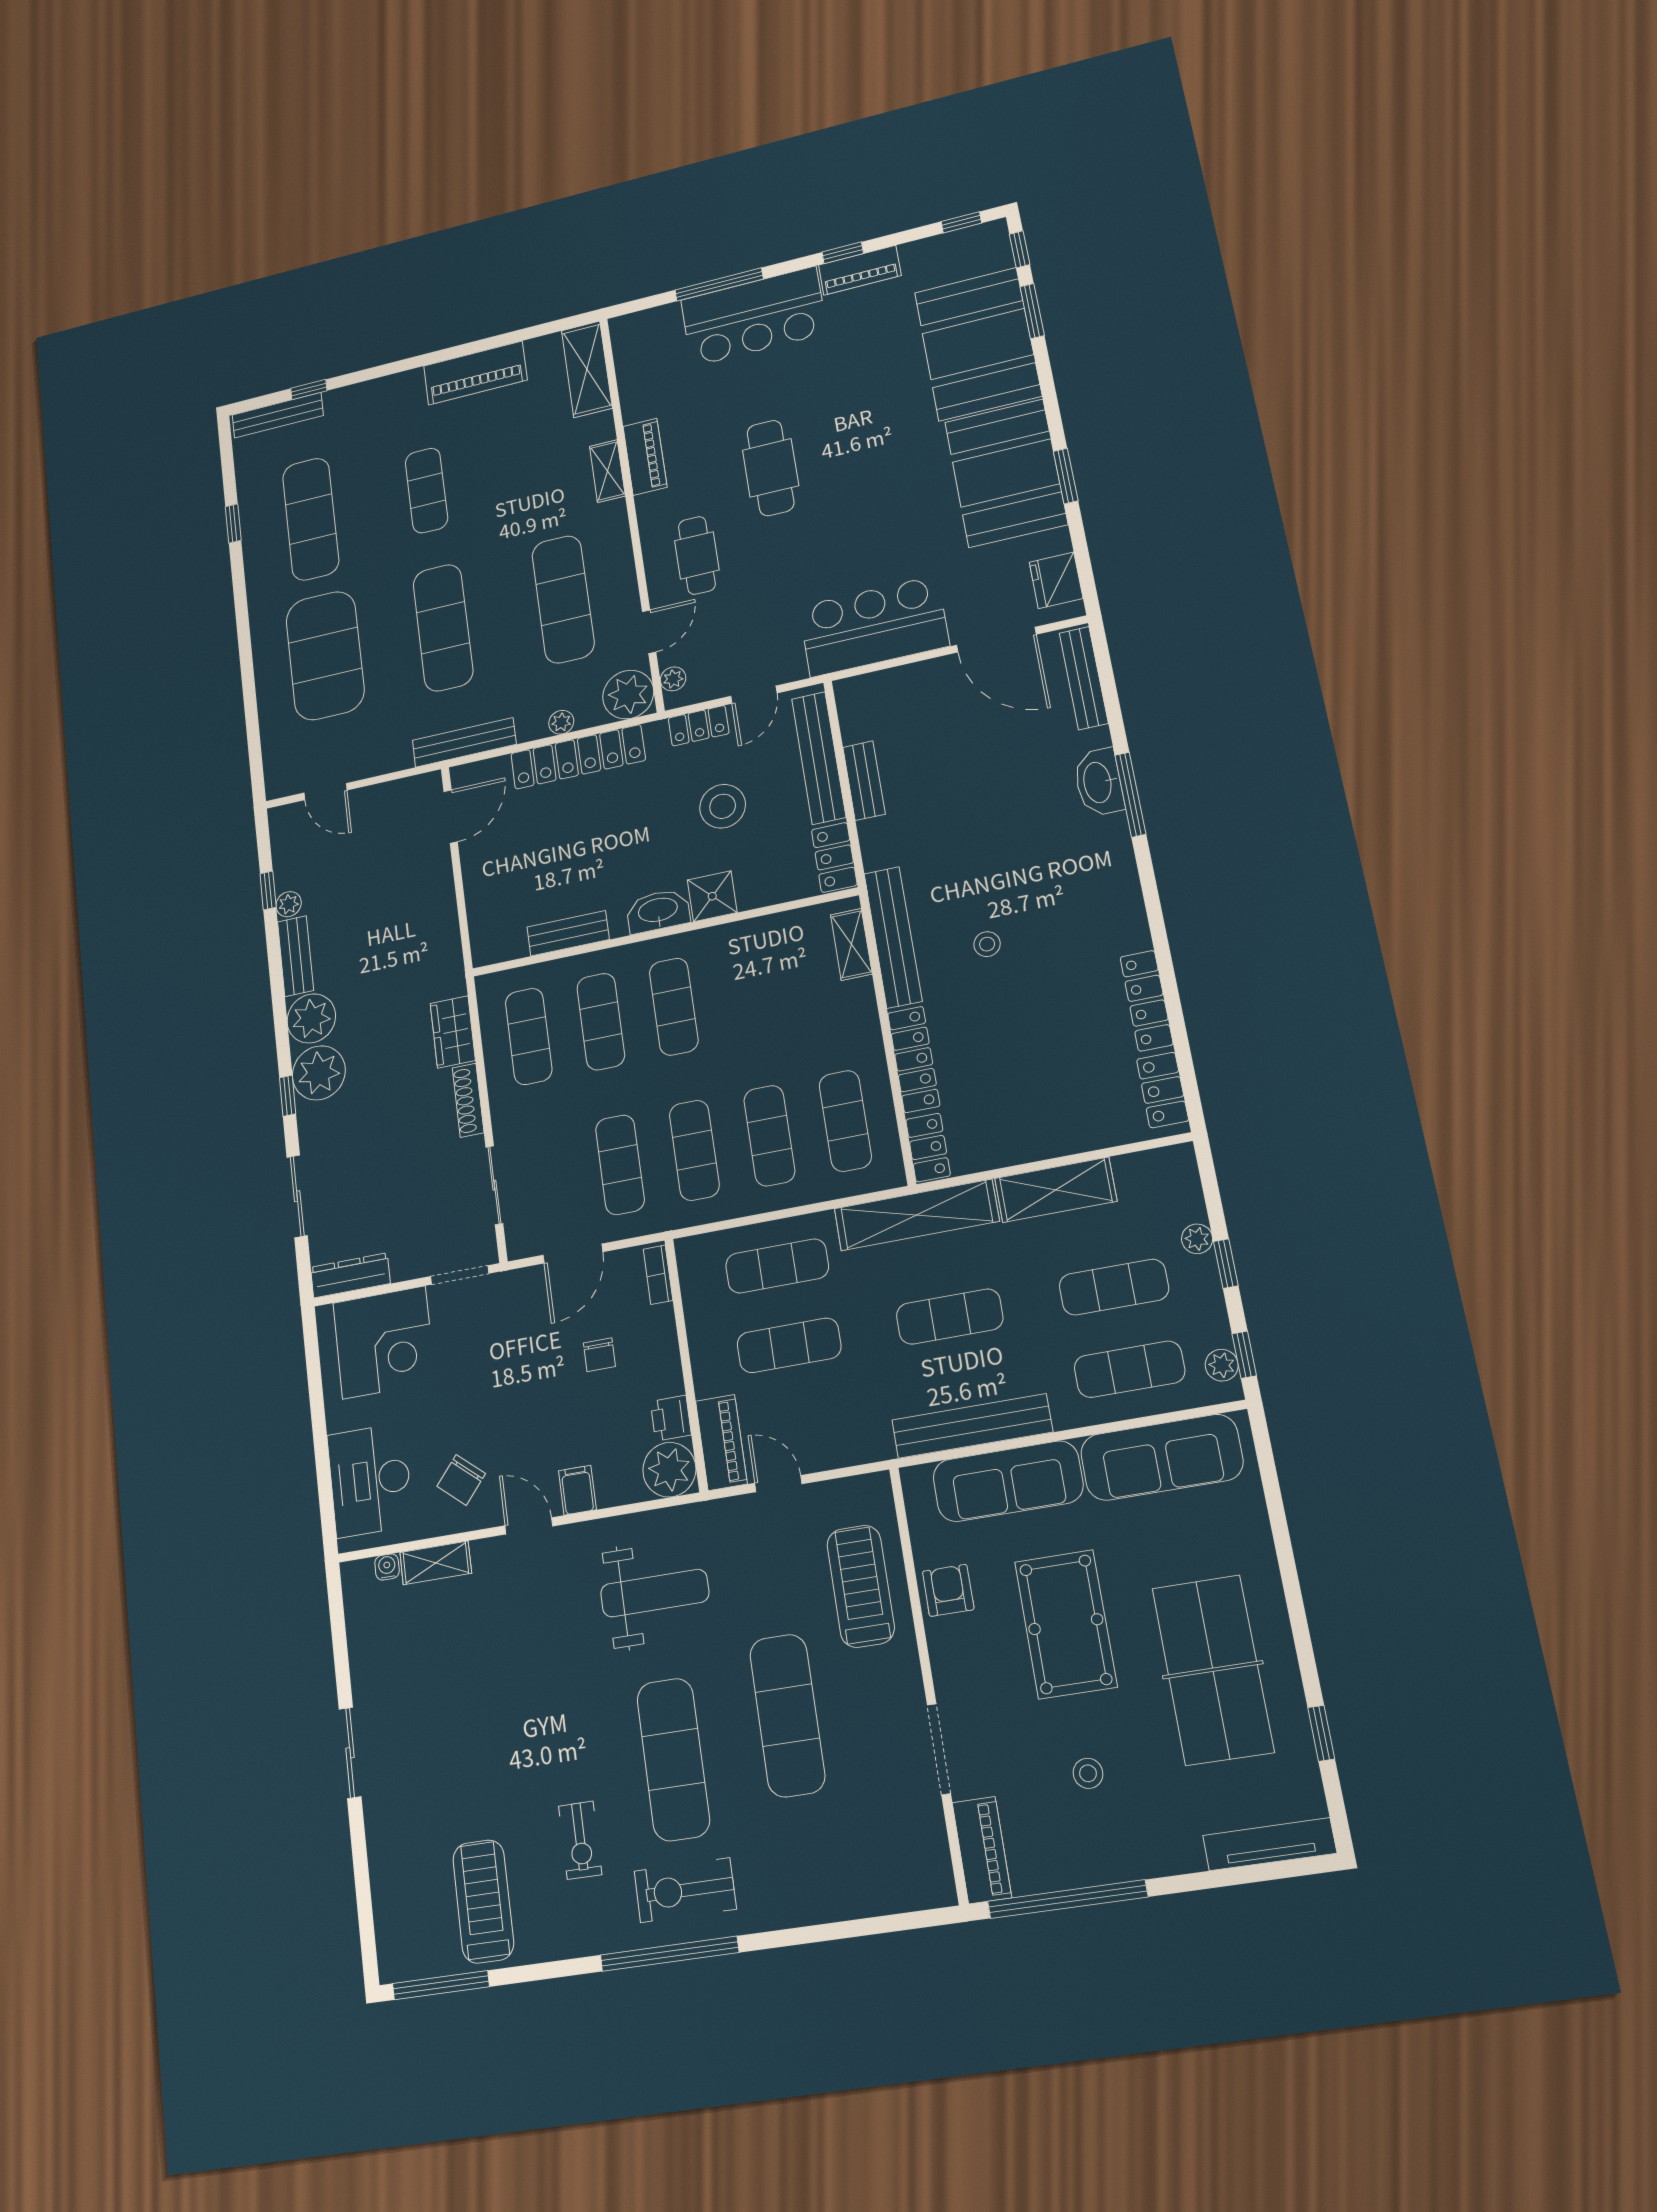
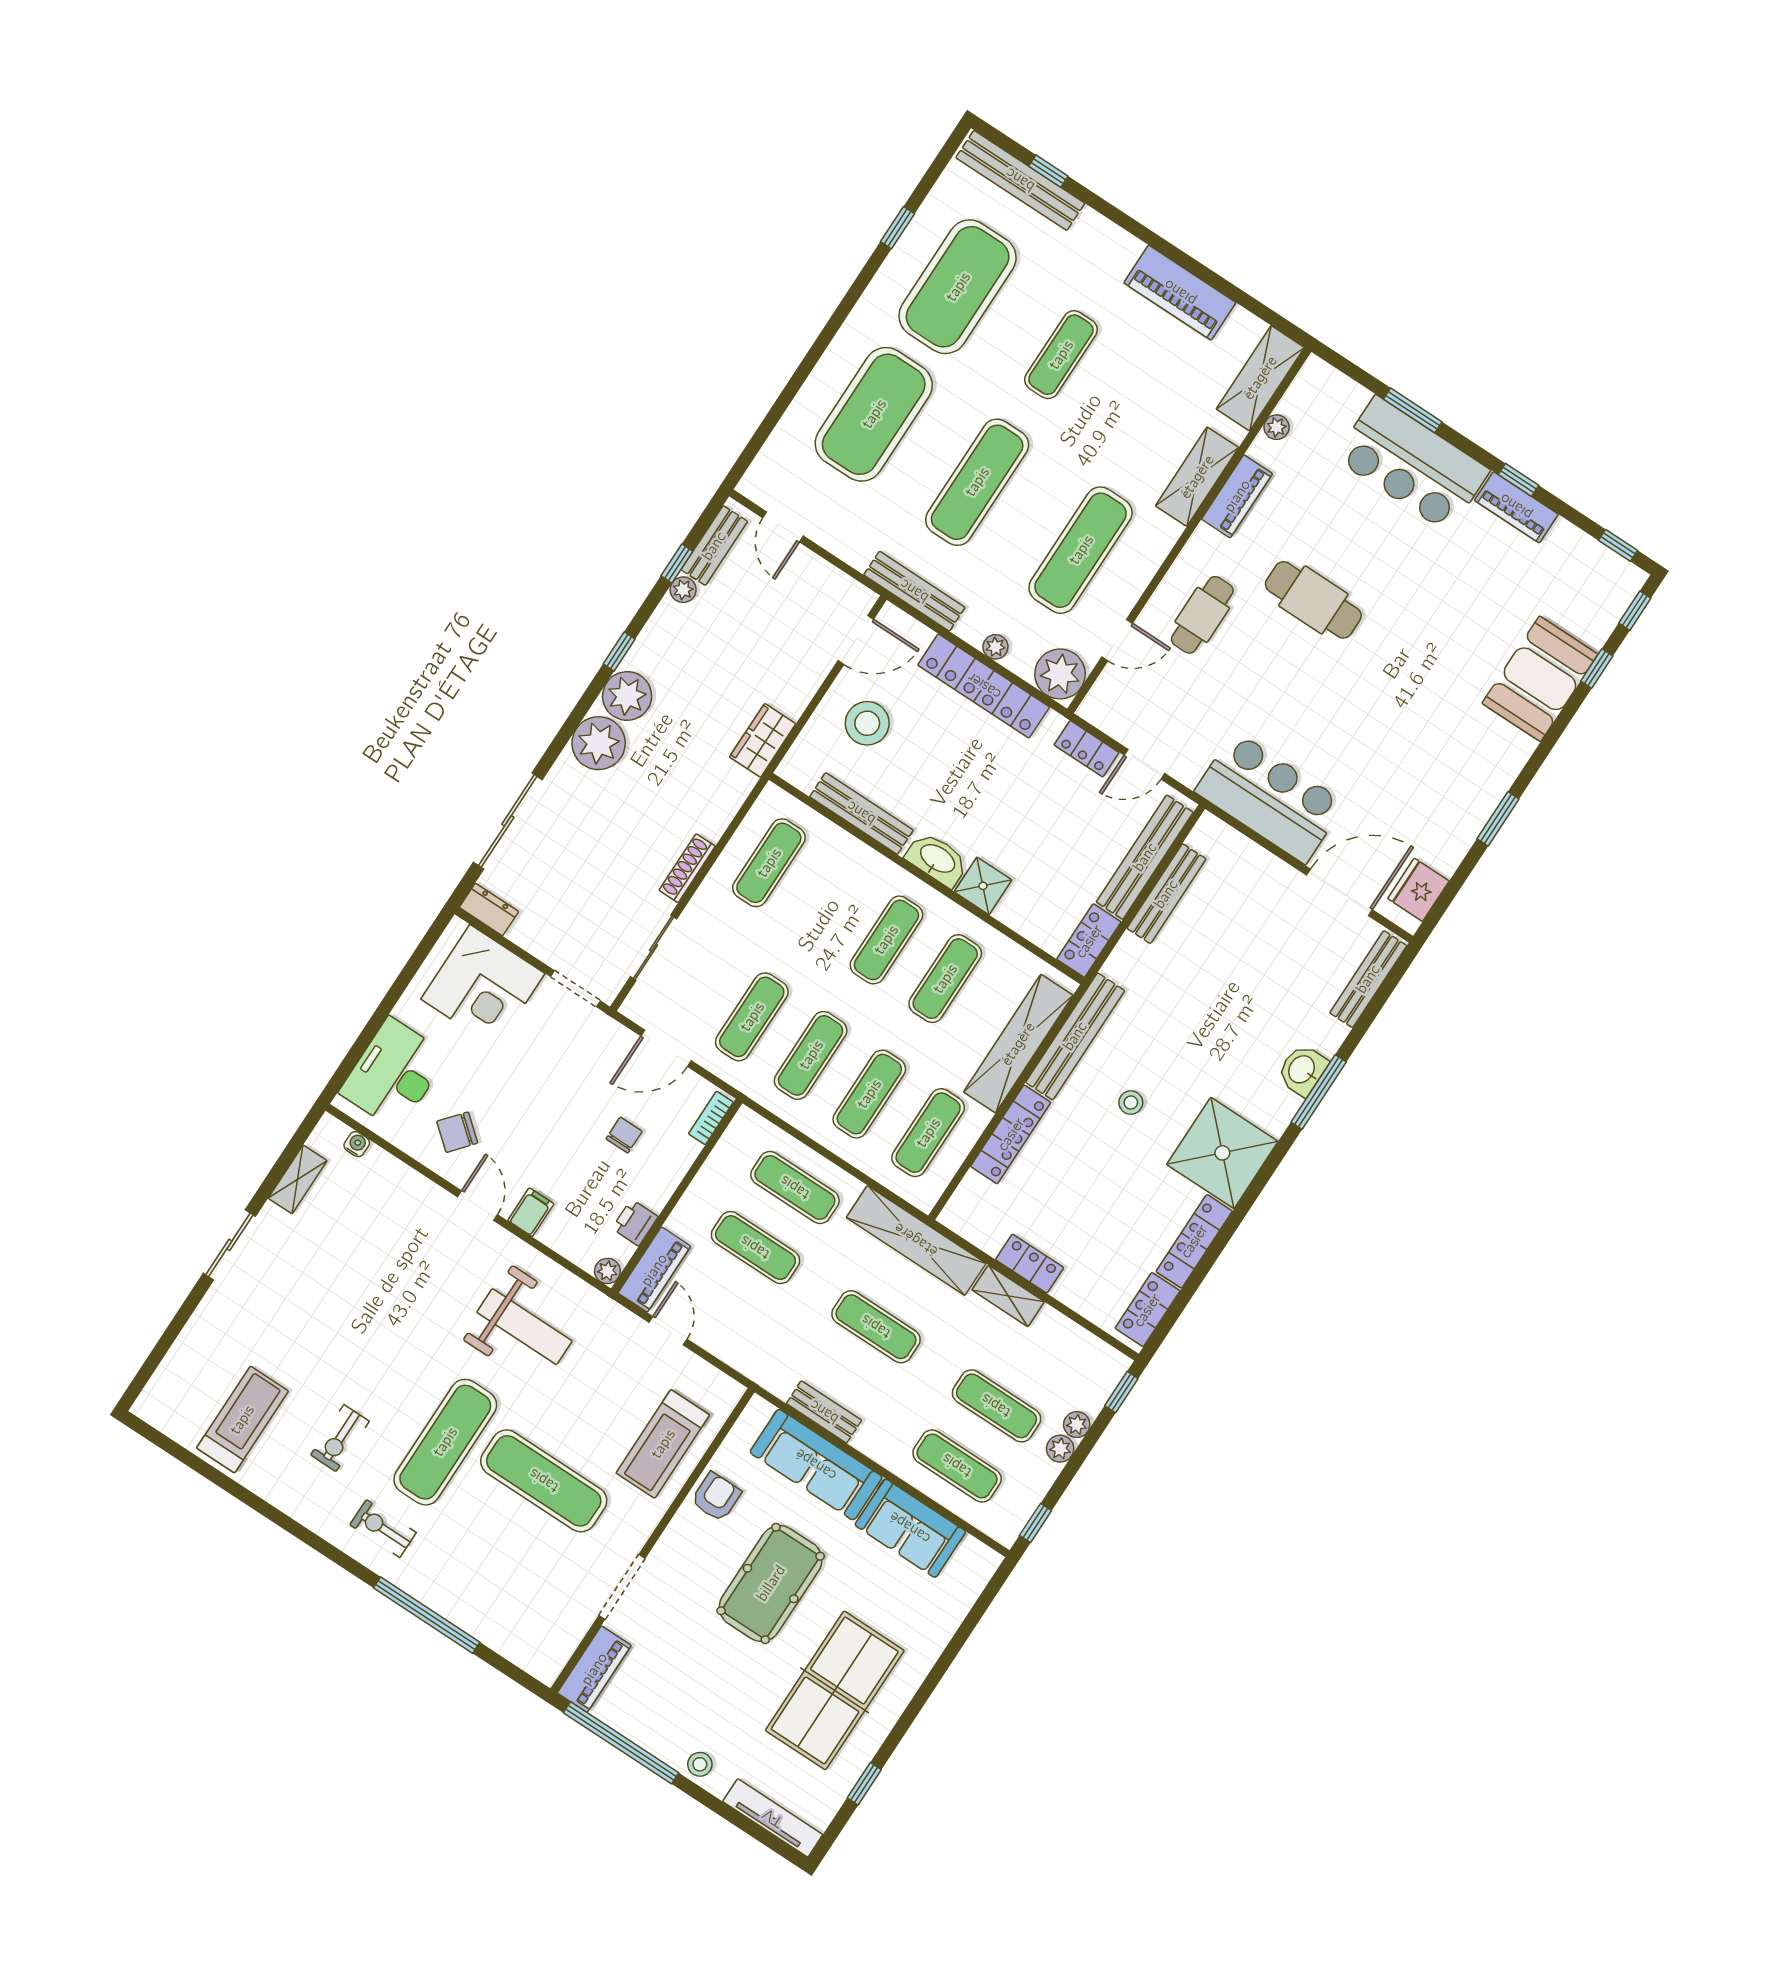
window: (719, 284) -> (1413, 410), width x0.69
window: (1032, 311) -> (1597, 669), width x0.67
booth: (978, 344) -> (1540, 679), width x0.73, depth x0.70
bench: (278, 415) -> (1020, 180), width x1.37, depth x1.21
cafe table: (771, 468) -> (1313, 600), turned 90
shelving: (607, 471) -> (1197, 477), width x1.50, depth x1.33
booth: (1006, 473) -> (1462, 775), removed
exercise mat: (311, 519) -> (958, 287), width x1.47
door: (996, 640) -> (1339, 892), swing flipped
plant: (673, 679) -> (1277, 427), moved
bench: (864, 781) -> (1166, 894), width x1.36
washbasin: (1099, 782) -> (1302, 1070), width x0.72
stool: (723, 806) -> (867, 723), moved
shower: (1100, 912) -> (1222, 1153), added
bench: (568, 933) -> (861, 813), width x1.36
shelving: (851, 944) -> (1018, 1044), width x2.20, depth x1.33
bench: (295, 956) -> (714, 546), moved
exercise mat: (601, 1022) -> (945, 979), moved
wardrobe: (453, 1032) -> (763, 740), moved
window: (288, 1096) -> (619, 652), moved
locker: (928, 1148) -> (1030, 1264), moved, turned -90
shelving: (1056, 1190) -> (1008, 1296), width x0.67, depth x0.75
sliding door: (297, 1196) -> (508, 821), width x1.37
window: (1226, 1264) -> (1121, 1392), moved
dresser: (350, 1275) -> (489, 909), width x0.70
chair: (599, 1355) -> (624, 1135), turned 180
plant: (1222, 1365) -> (1060, 1449), moved
bench: (972, 1426) -> (824, 1412), width x0.54, depth x0.82
sofa: (1162, 1457) -> (910, 1528), width x0.73
plant: (669, 1470) -> (607, 1271), width x0.53, depth x0.53
shelving: (436, 1563) -> (298, 1179), moved, turned 90
treadmill: (861, 1586) -> (663, 1444), turned 180
exercise mat: (787, 1715) -> (544, 1481), turned 90
stool: (1088, 1773) -> (700, 1764), moved
exercise bike: (685, 1890) -> (383, 1529), width x0.73, depth x0.72
window: (669, 1954) -> (427, 1615), moved
window: (441, 1985) -> (170, 1447), removed

